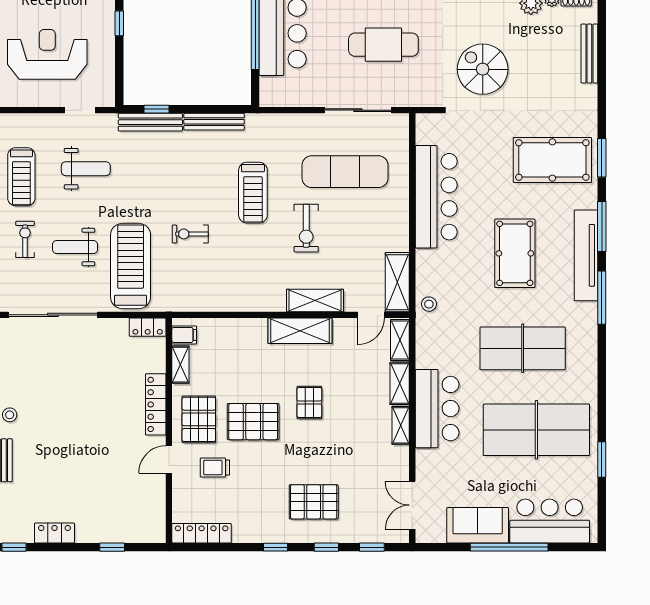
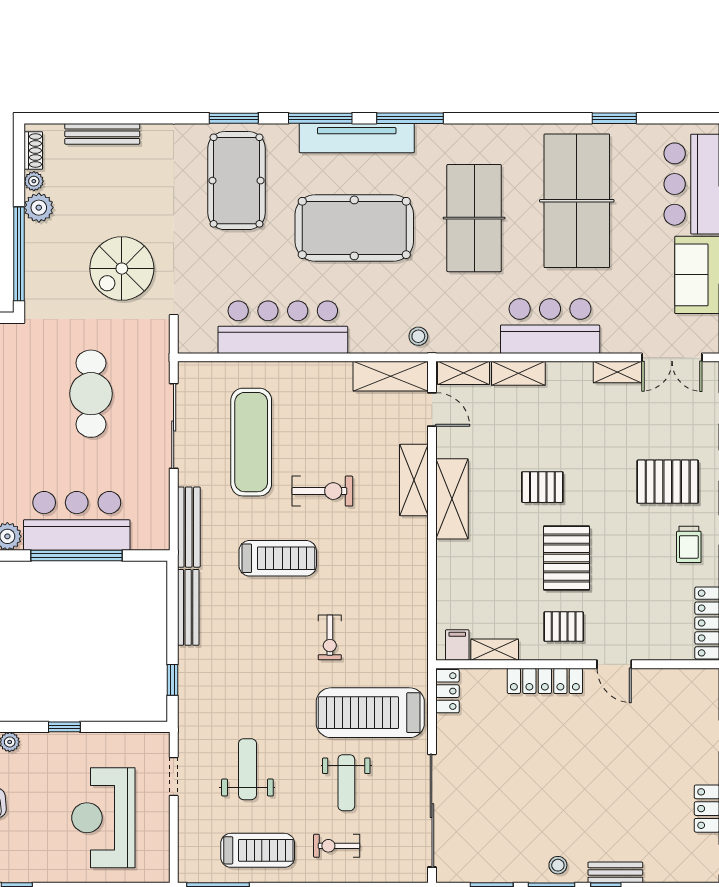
bench: (150, 122) -> (189, 527), moved
pool table: (515, 253) -> (354, 228), width x1.36, depth x1.32
pallet: (199, 419) -> (564, 627), width x0.67, depth x0.71
shelving: (401, 425) -> (617, 372), moved
trolley: (215, 467) -> (689, 544), moved
pallet: (314, 502) -> (668, 482), turned 90

